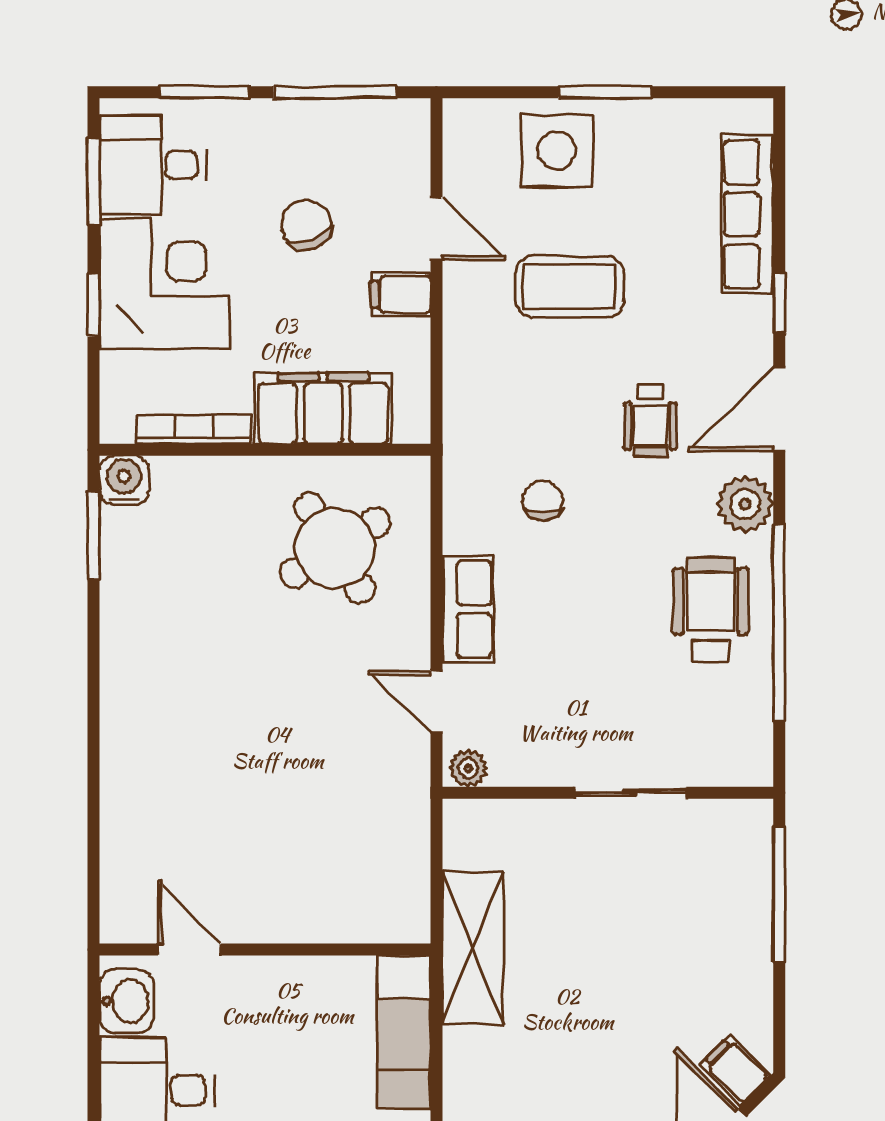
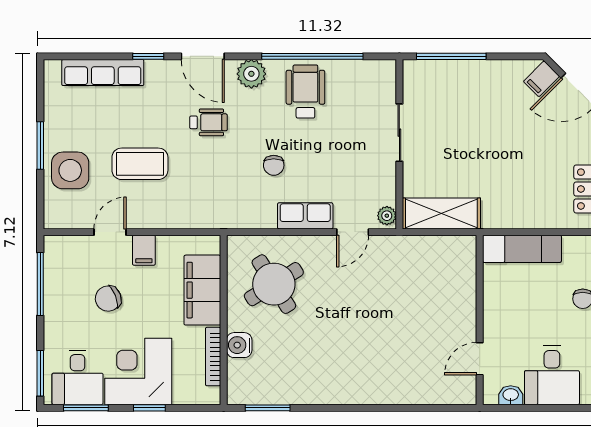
window: (204, 92) -> (40, 373), moved
coffee table: (570, 287) -> (140, 164), turned 90
water cooler: (124, 480) -> (239, 345), moved
chair: (543, 501) -> (274, 165), moved, turned -88
wheelchair: (711, 610) -> (305, 92), turned 90
shelving: (473, 948) -> (441, 213), moved
washbasin: (126, 1001) -> (511, 395), width x0.72, depth x0.69

